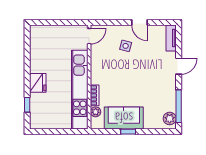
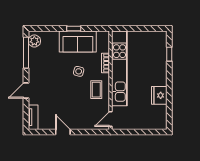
side table: (126, 46) -> (79, 71), moved
coffee table: (104, 67) -> (96, 90), added
fridge: (38, 83) -> (159, 95), moved
plant: (96, 112) -> (105, 47), removed

